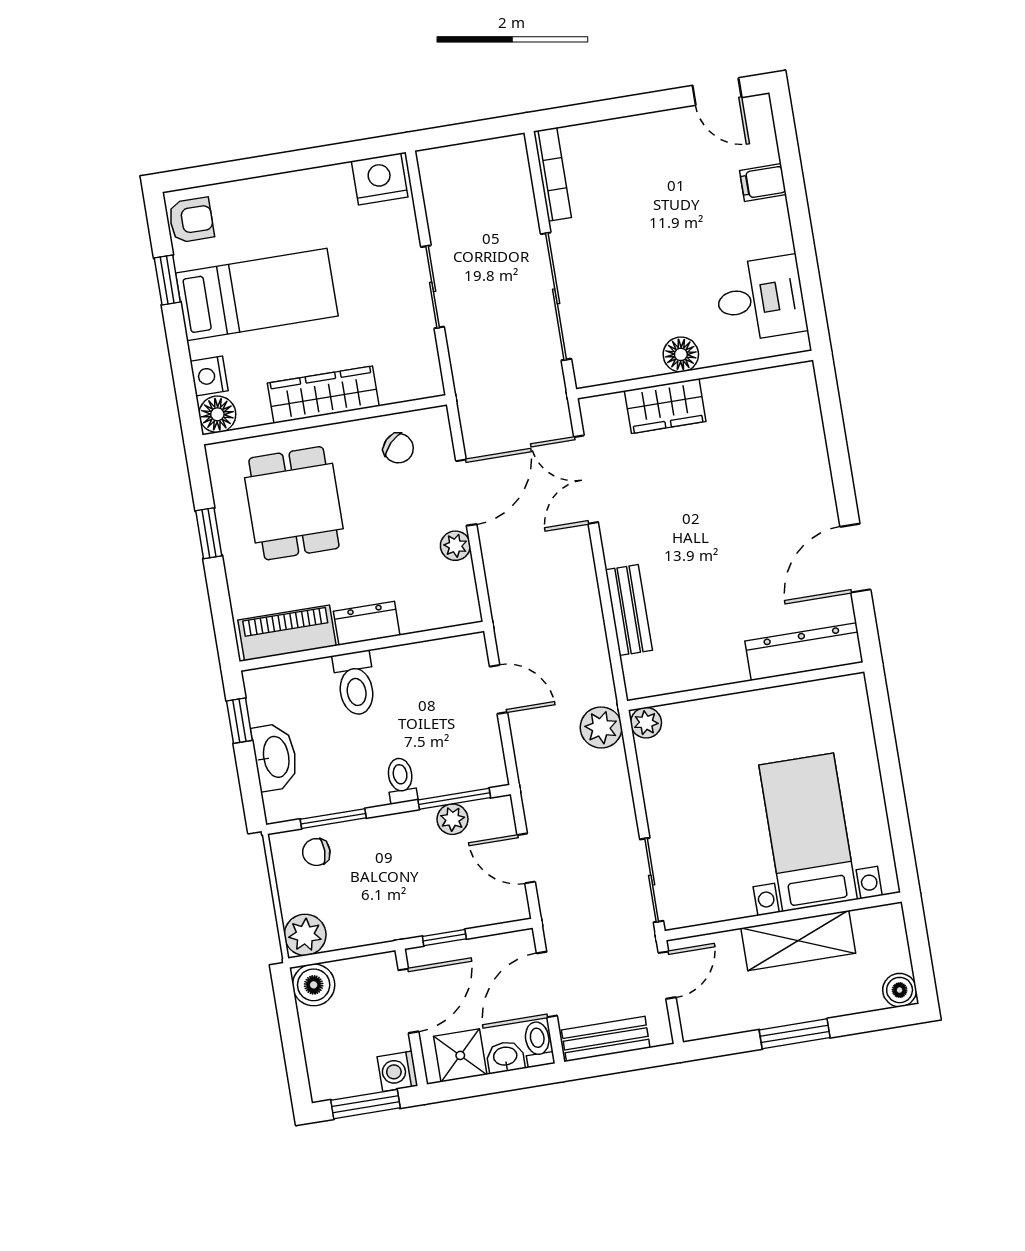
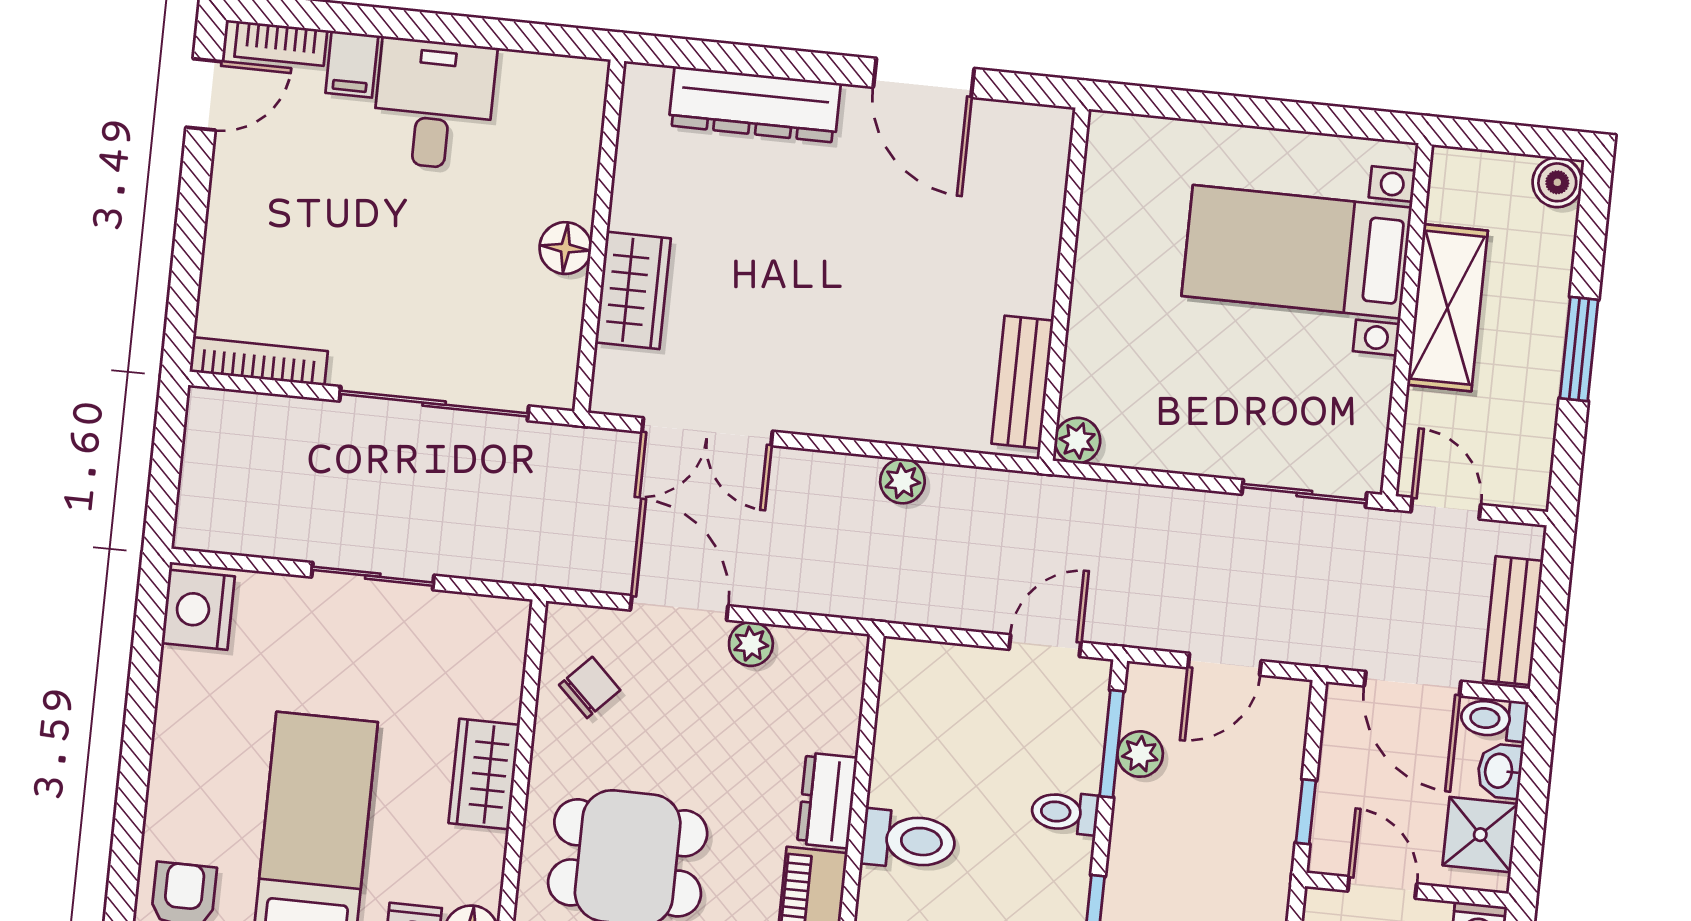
bookcase: (764, 132) -> (281, 43), added
desk: (761, 299) -> (434, 104), moved
wardrobe: (323, 395) -> (484, 774), width x0.67
bench: (629, 610) -> (1023, 382), moved, turned 90
dresser: (804, 652) -> (755, 104), moved, turned -90
door: (498, 689) -> (1045, 646), moved
plant: (601, 727) -> (902, 481), moved, width x0.73, depth x0.73
door: (408, 1001) -> (1382, 887), width x0.73

